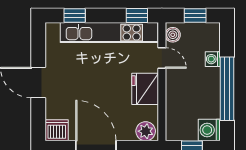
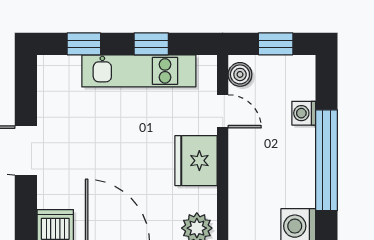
window: (137, 16) -> (151, 44), moved
kitchen unit: (109, 33) -> (139, 71), width x0.73

